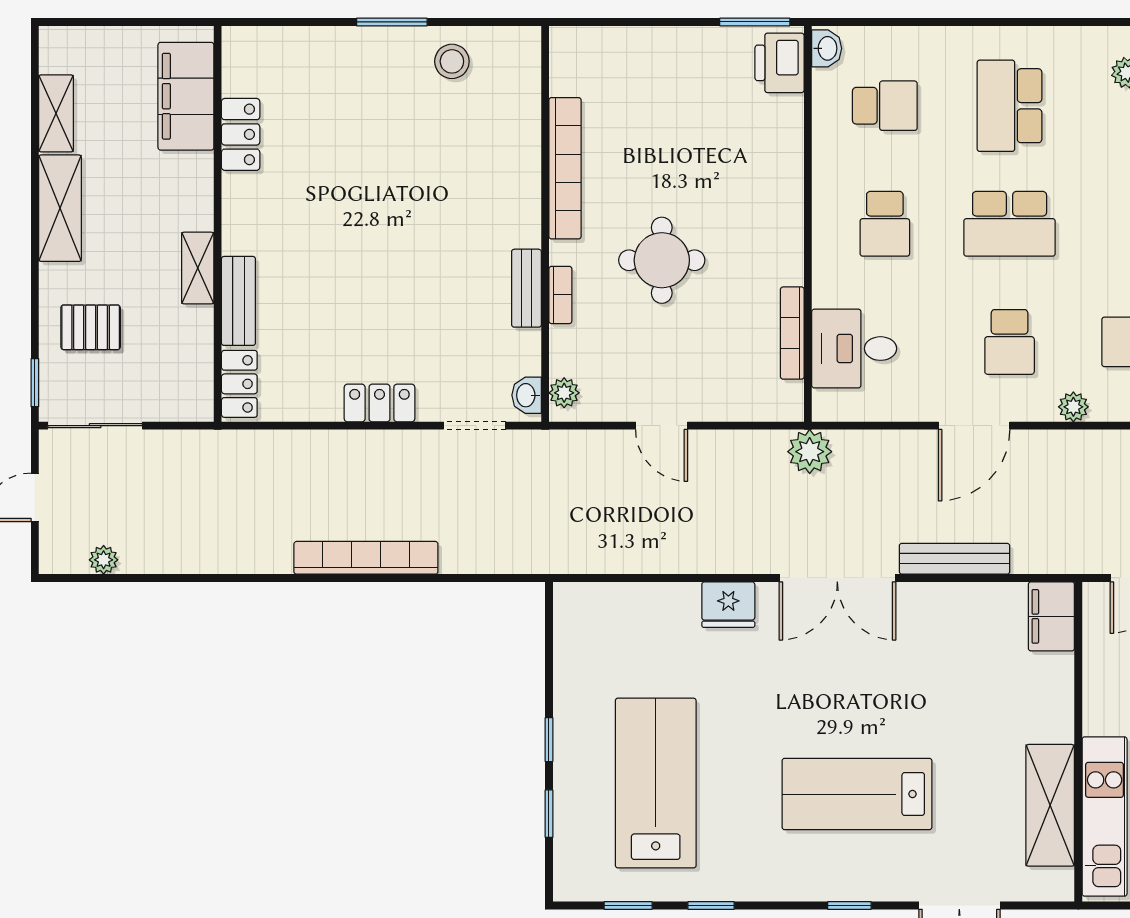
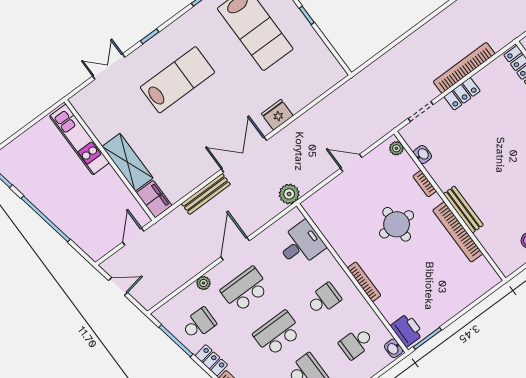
school desk: (885, 224) -> (324, 299), turned 90
bench: (526, 288) -> (463, 209), moved, width x1.36
bookcase: (792, 333) -> (364, 282), moved
school desk: (1010, 342) -> (245, 290), width x1.85
washbasin: (527, 395) -> (423, 154), moved
bookcase: (366, 558) -> (464, 68), moved, turned 180
shelving: (1050, 805) -> (127, 162), moved

